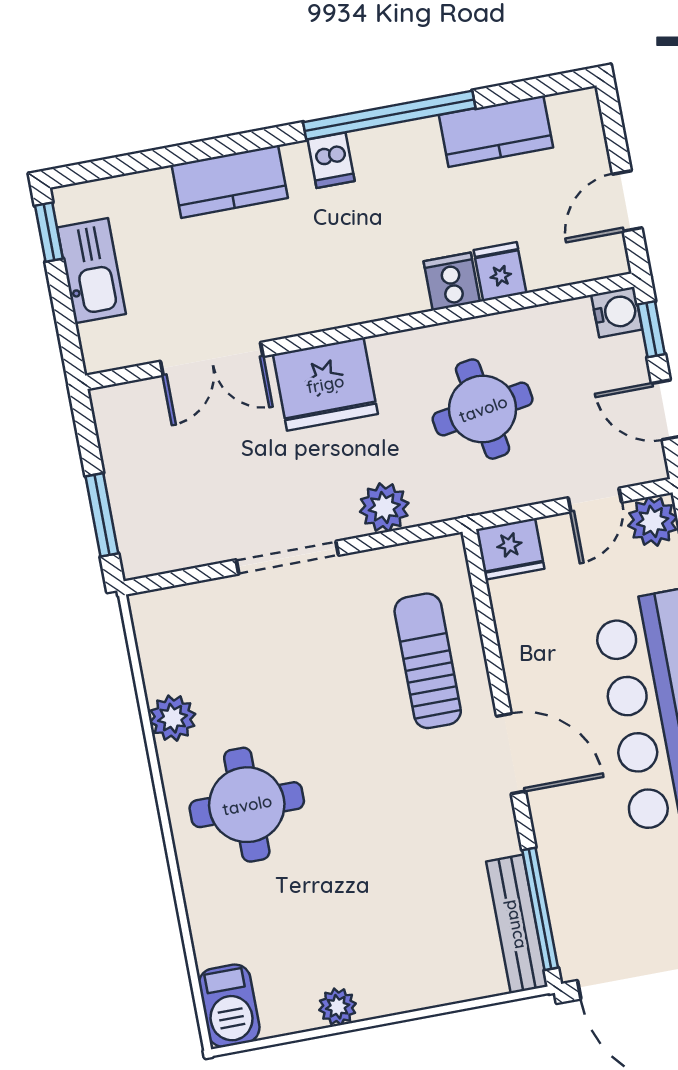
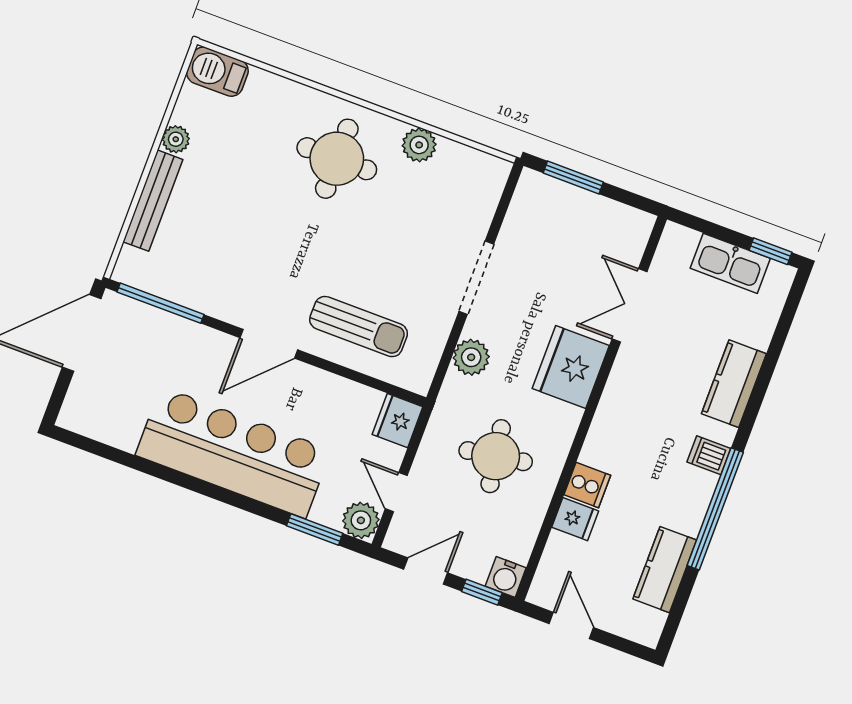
bench: (517, 924) -> (153, 201), moved, turned 90

